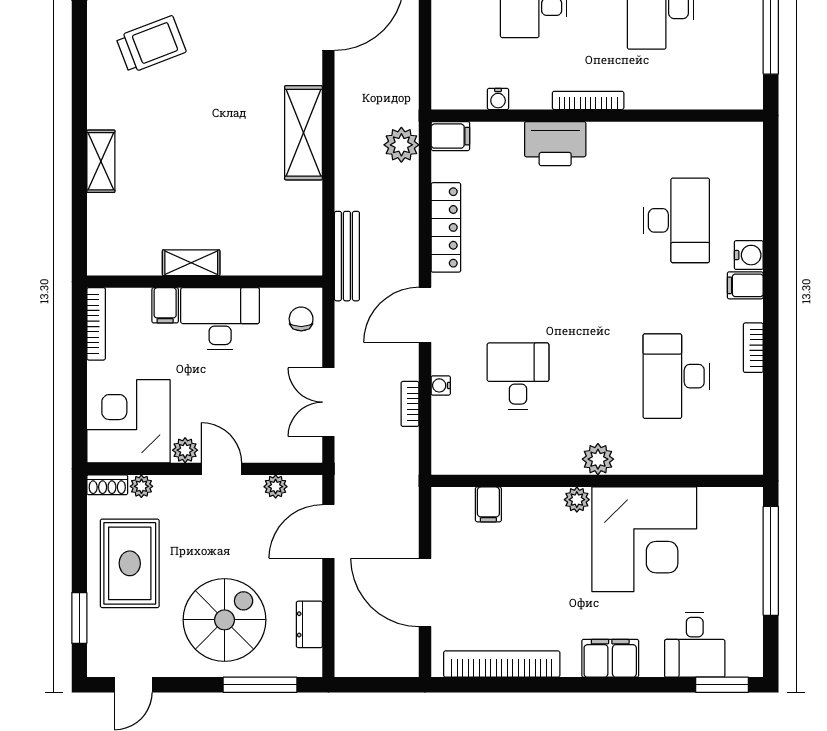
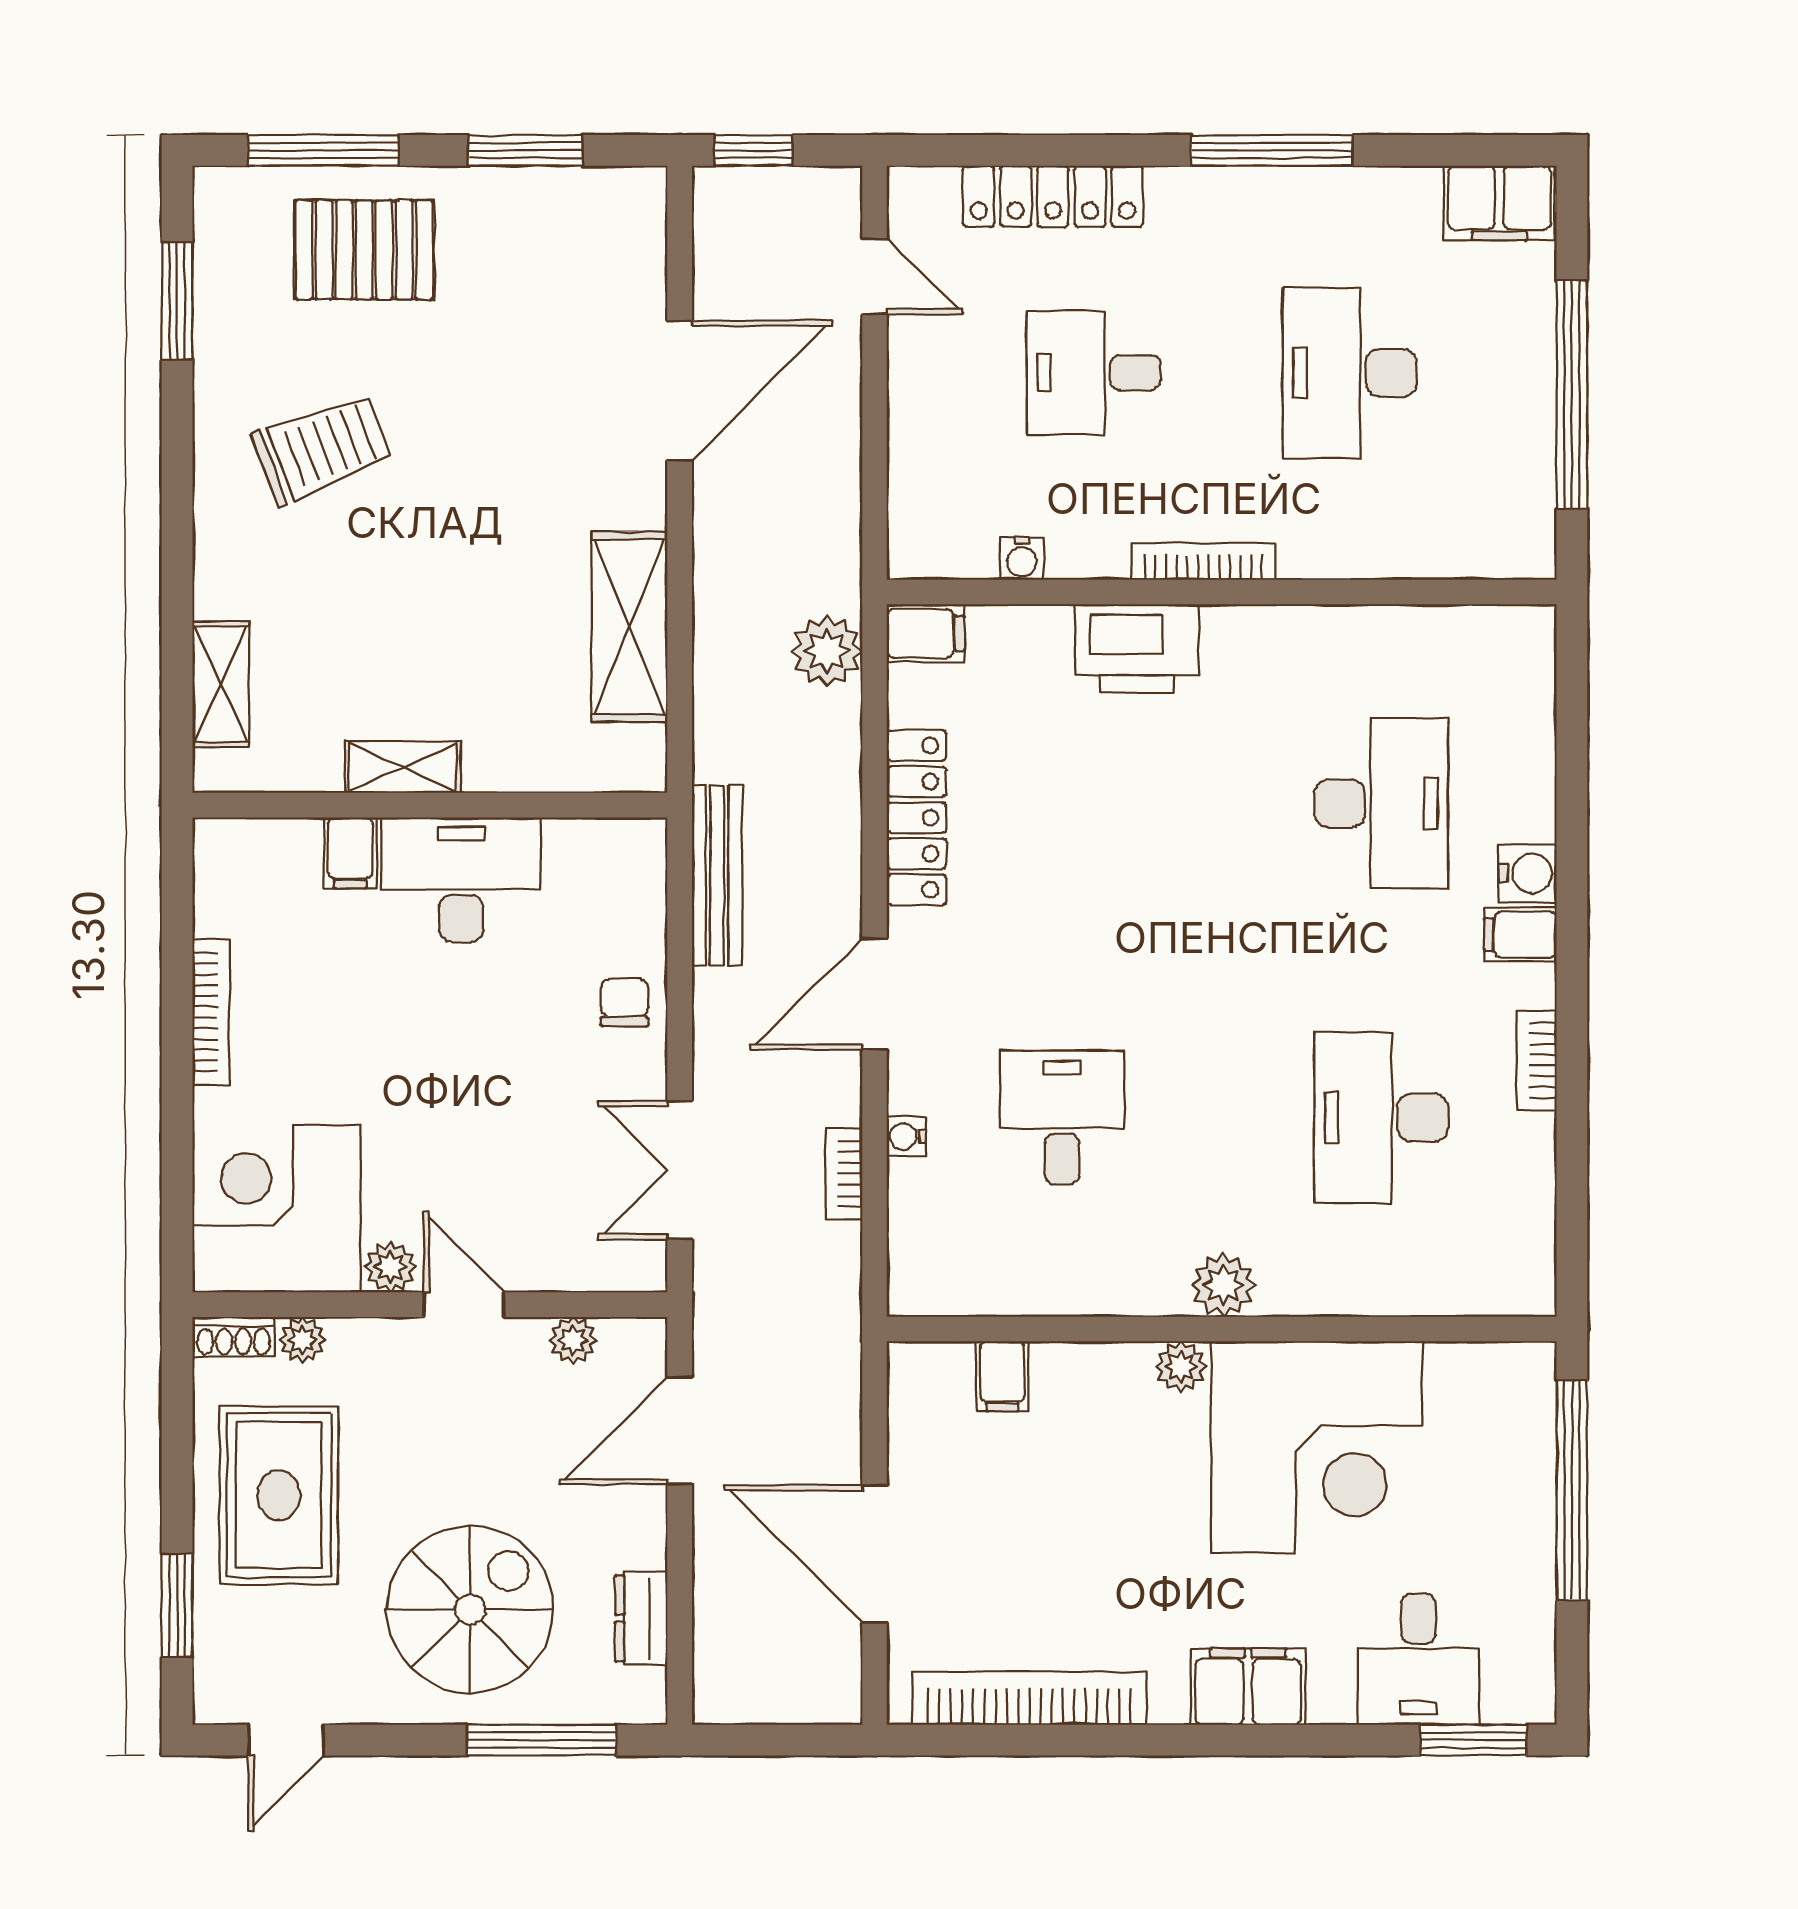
shelving: (191, 263) -> (403, 767), moved
wall: (205, 282) -> (430, 805), moved
filing cabinet: (165, 305) -> (350, 853), moved
desk: (220, 319) -> (461, 880), moved

